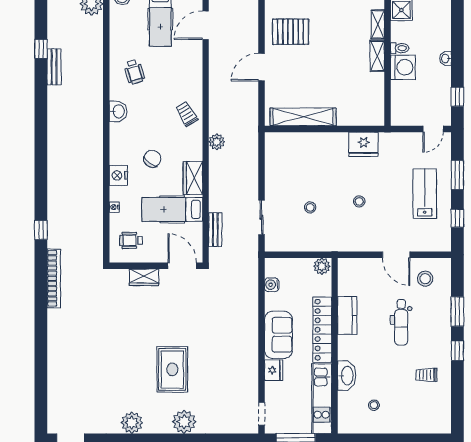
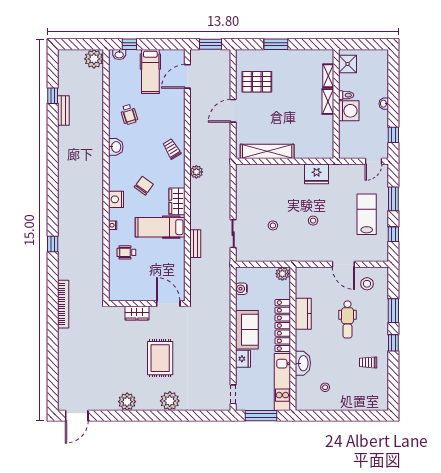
wall: (156, 266) -> (147, 304), moved
door: (182, 266) -> (168, 304), moved
wardrobe: (144, 277) -> (137, 313), moved
bookcase: (54, 278) -> (63, 304), moved

